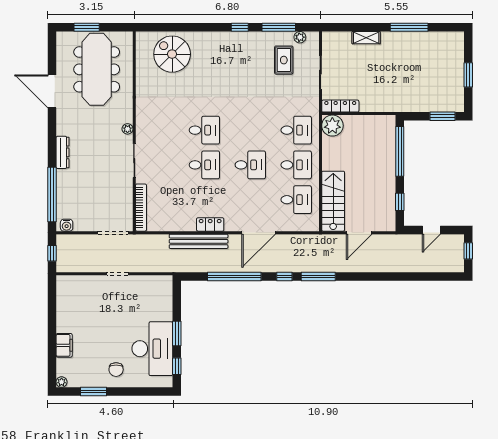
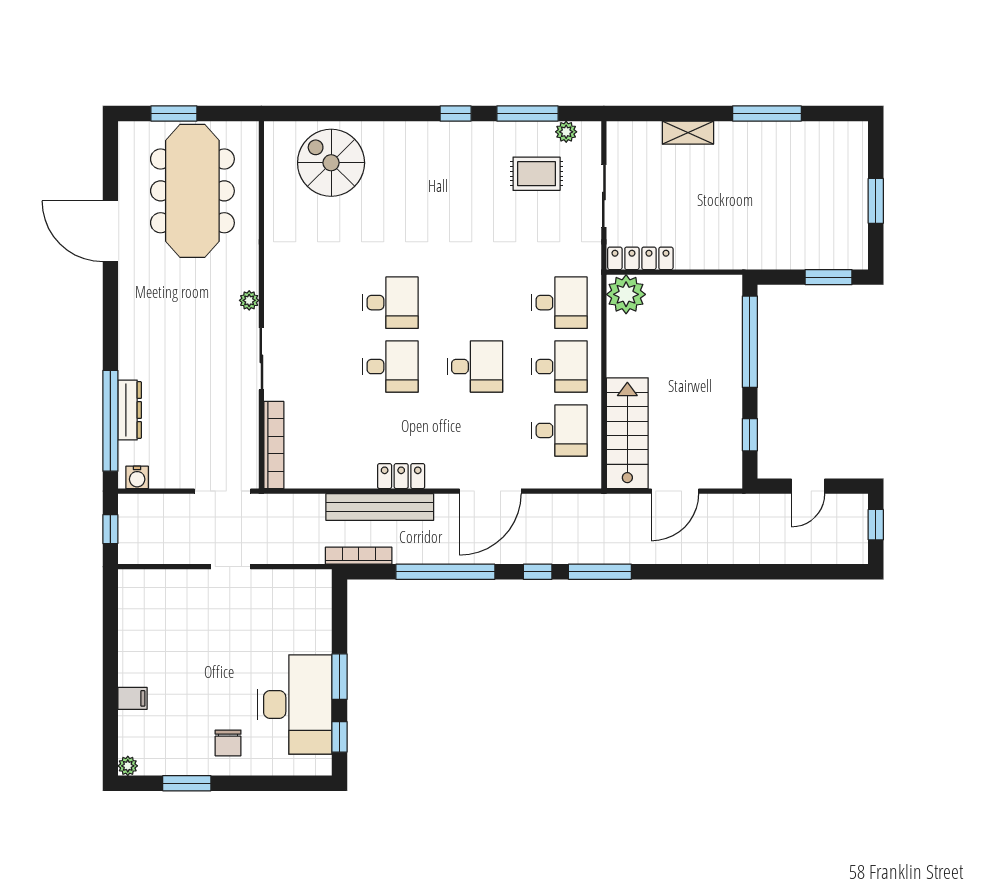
rug: (284, 60) -> (537, 174), turned 90
dresser: (63, 152) -> (130, 410), moved
bookcase: (187, 268) -> (359, 556), added
filing cabinet: (64, 345) -> (133, 698), width x0.50

